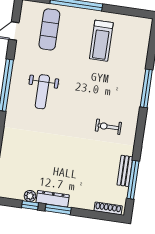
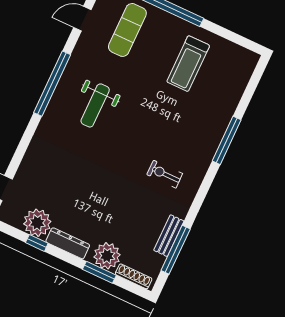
plant: (30, 196) -> (37, 223), width x1.87, depth x1.87
plant: (84, 199) -> (107, 256), added
window: (58, 209) -> (99, 272), moved

